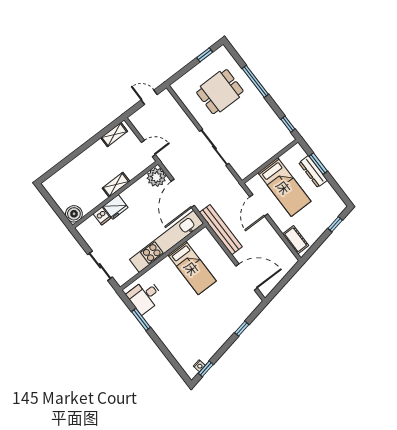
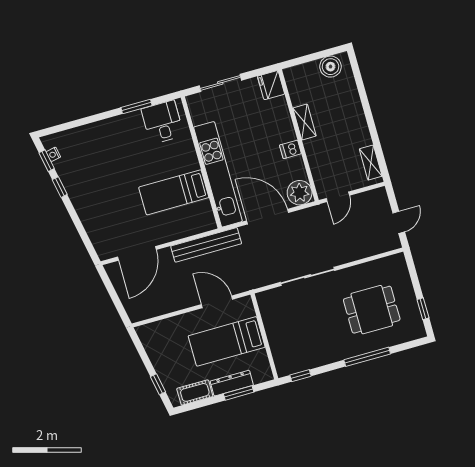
dining table: (220, 92) -> (372, 310), turned 90
shelving: (116, 185) -> (305, 122), moved
fridge: (115, 207) -> (271, 85), moved
boiler: (74, 214) -> (331, 67), moved
dishwasher: (102, 216) -> (290, 149), moved
cot: (296, 240) -> (195, 392), moved
window: (242, 329) -> (60, 187), moved

